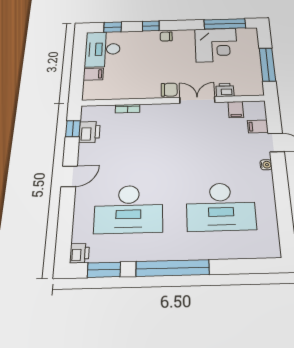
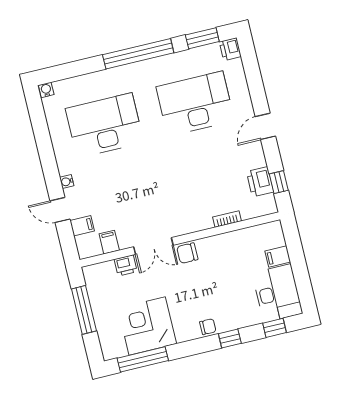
water cooler: (273, 252) -> (46, 90), added

